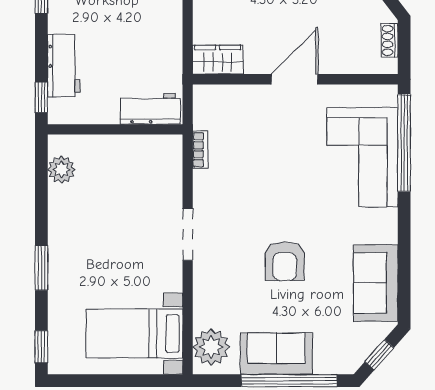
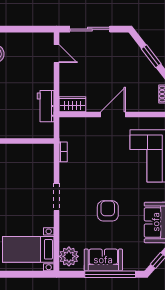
workbench: (150, 109) -> (46, 106), moved, turned -90
armchair: (285, 261) -> (108, 211), turned 180

